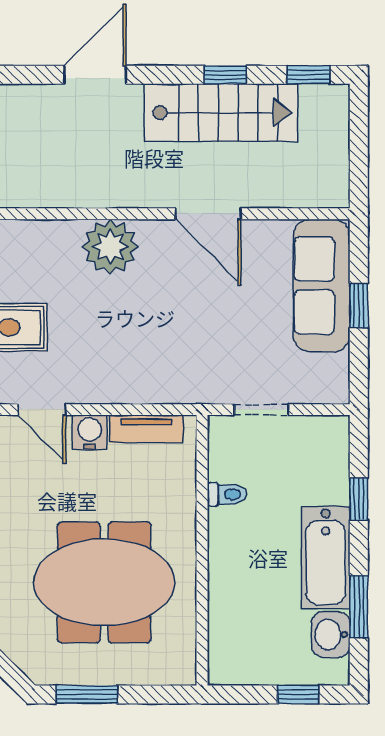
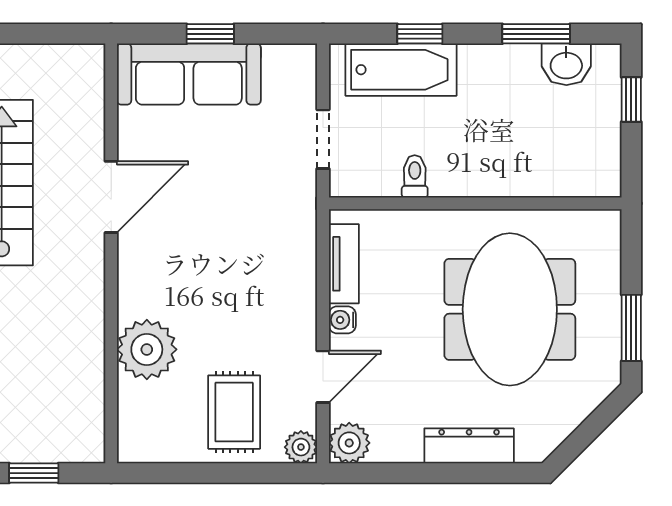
plant: (110, 247) -> (147, 349), moved
water cooler: (90, 432) -> (342, 320), width x0.72, depth x0.72
bathtub: (326, 558) -> (401, 70), moved

